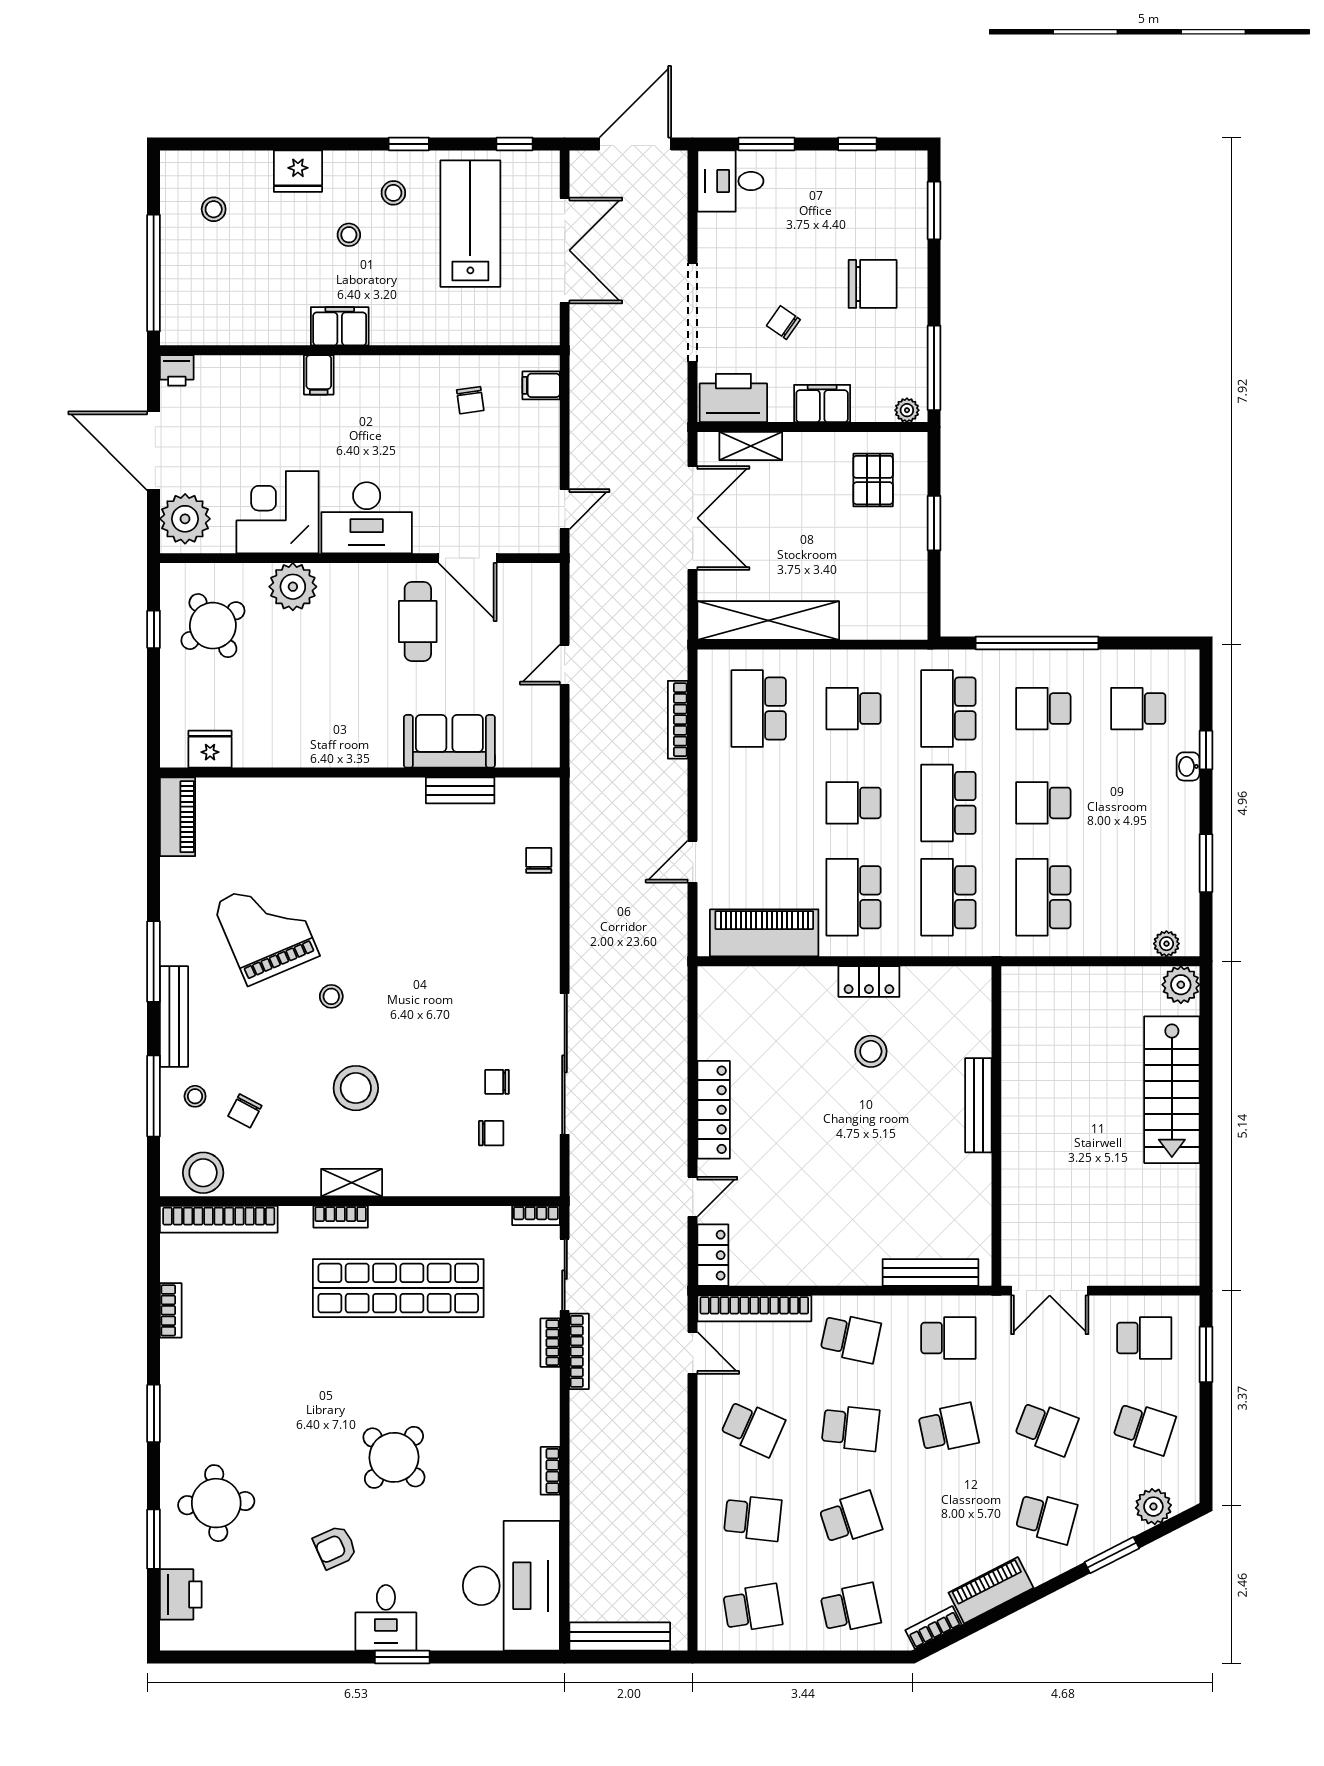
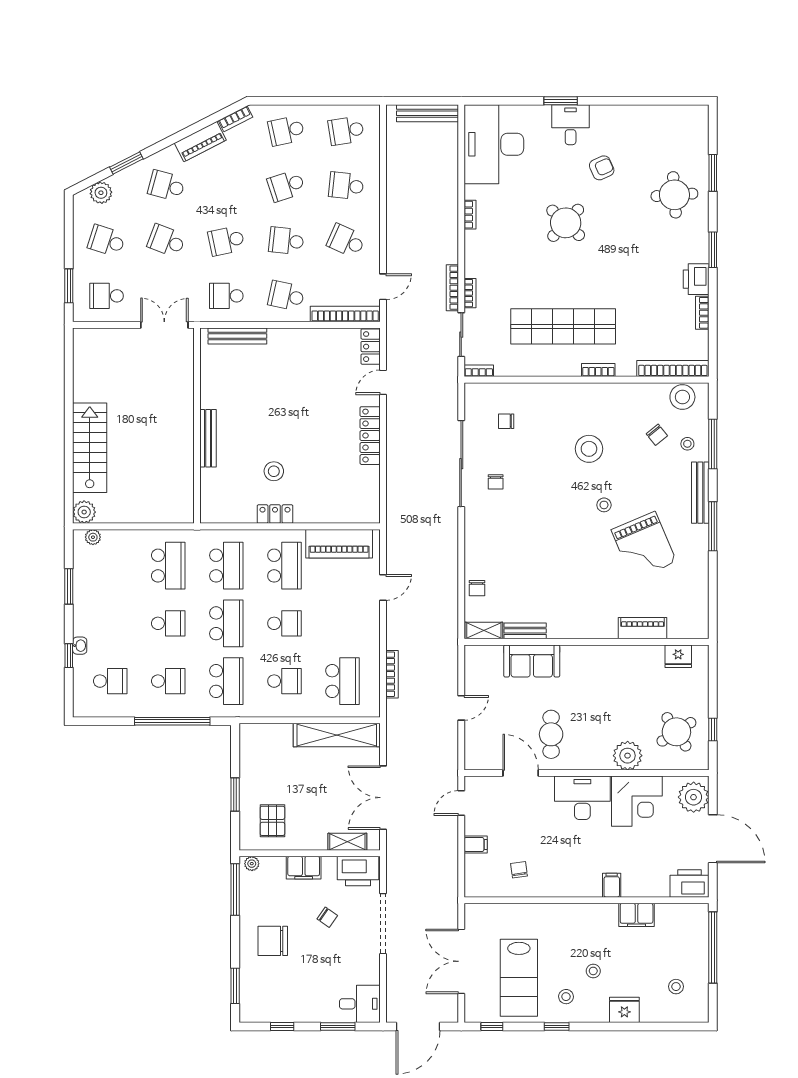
filing cabinet: (340, 326) -> (637, 915), moved
printer: (177, 370) -> (690, 883), width x1.87, depth x1.48
filing cabinet: (541, 385) -> (476, 845), moved
piano: (178, 817) -> (643, 628), moved, turned 90
chair: (497, 1082) -> (496, 482), moved, turned 90
chair: (245, 1111) -> (657, 435), turned 113
shelving: (352, 1183) -> (484, 631), moved
door: (693, 1353) -> (383, 287), swing flipped
printer: (181, 1594) -> (696, 279), moved

